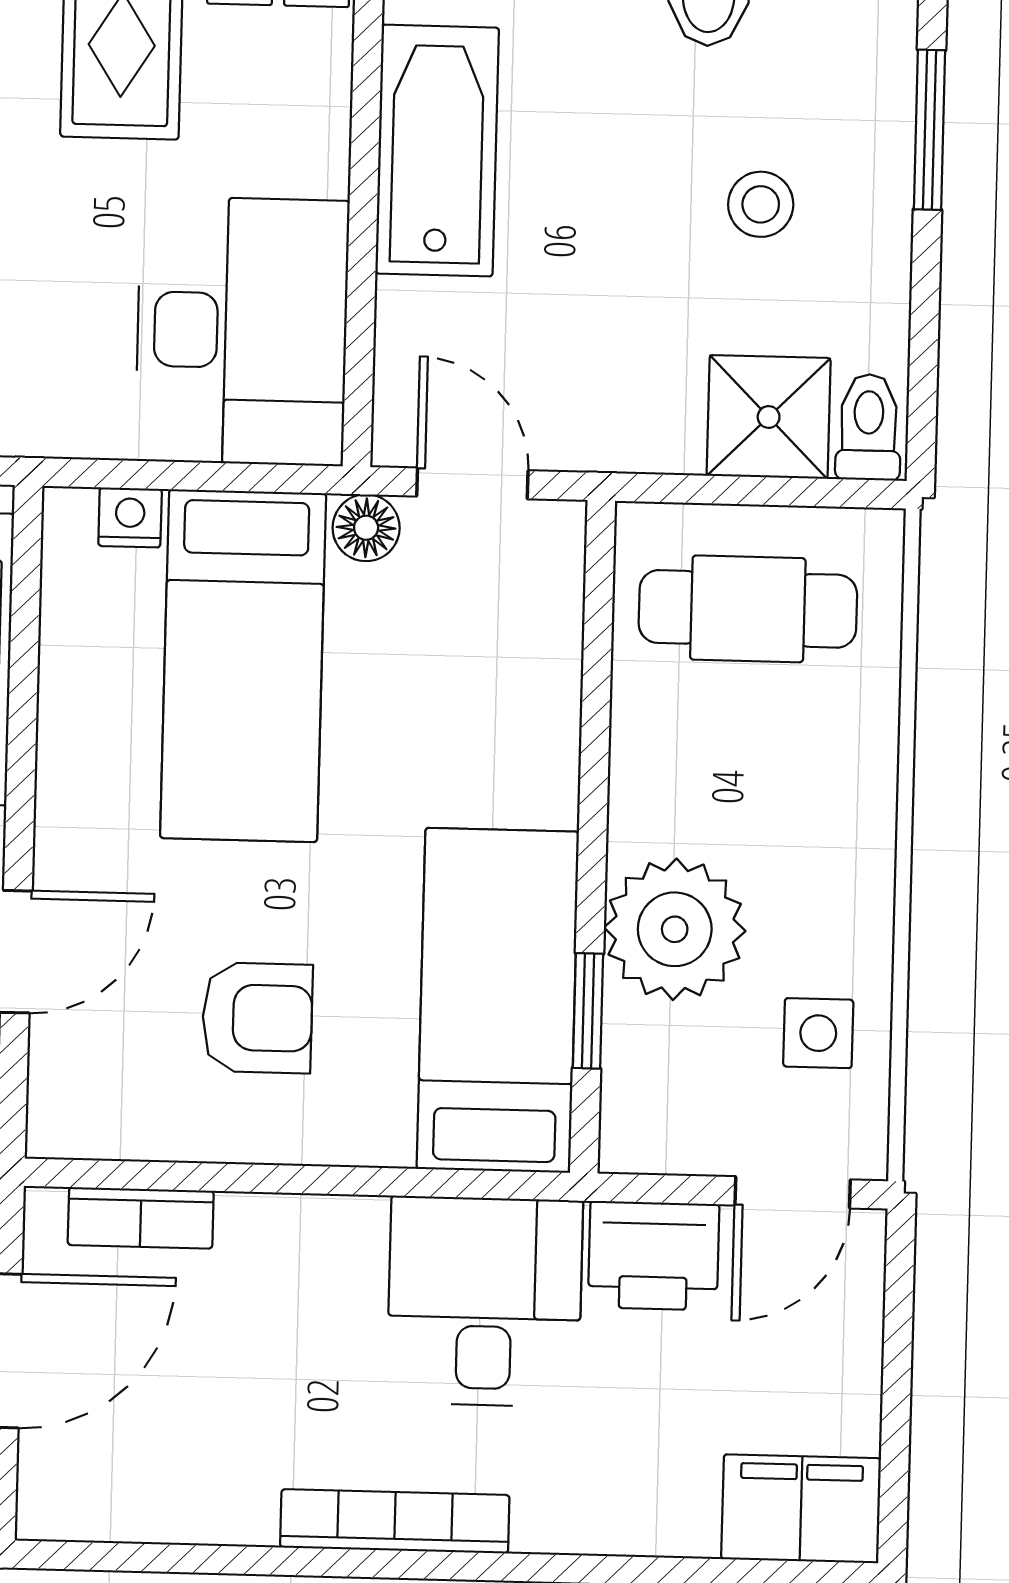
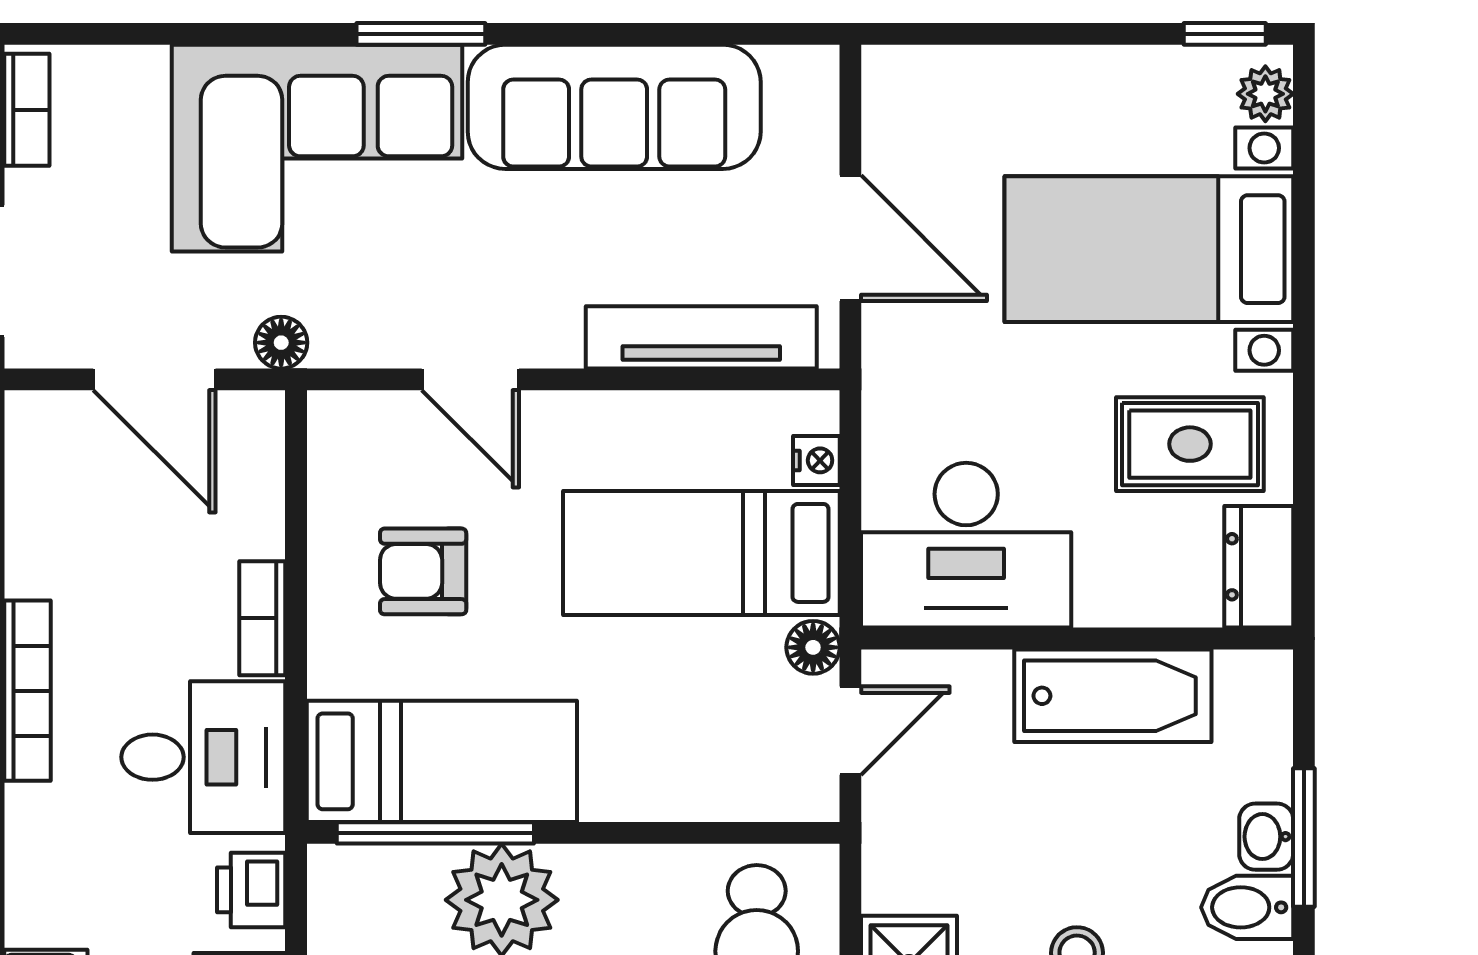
window: (588, 1011) -> (435, 833), width x2.17
armchair: (257, 1018) -> (423, 571), turned 90
bookcase: (141, 1218) -> (262, 618), moved
printer: (654, 1256) -> (251, 890), width x0.73, depth x0.81

